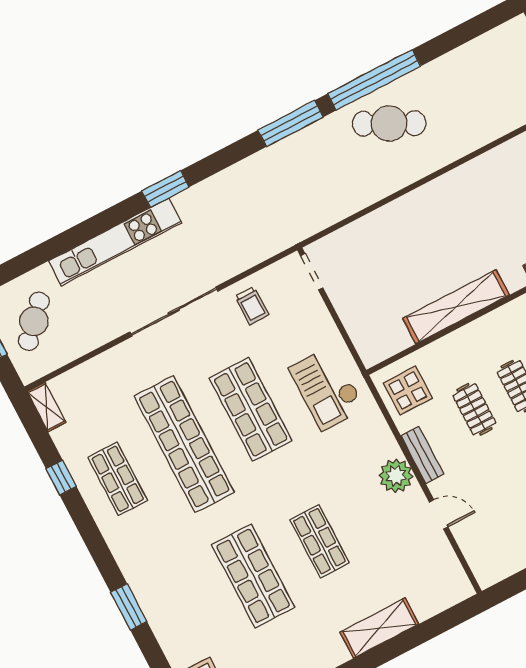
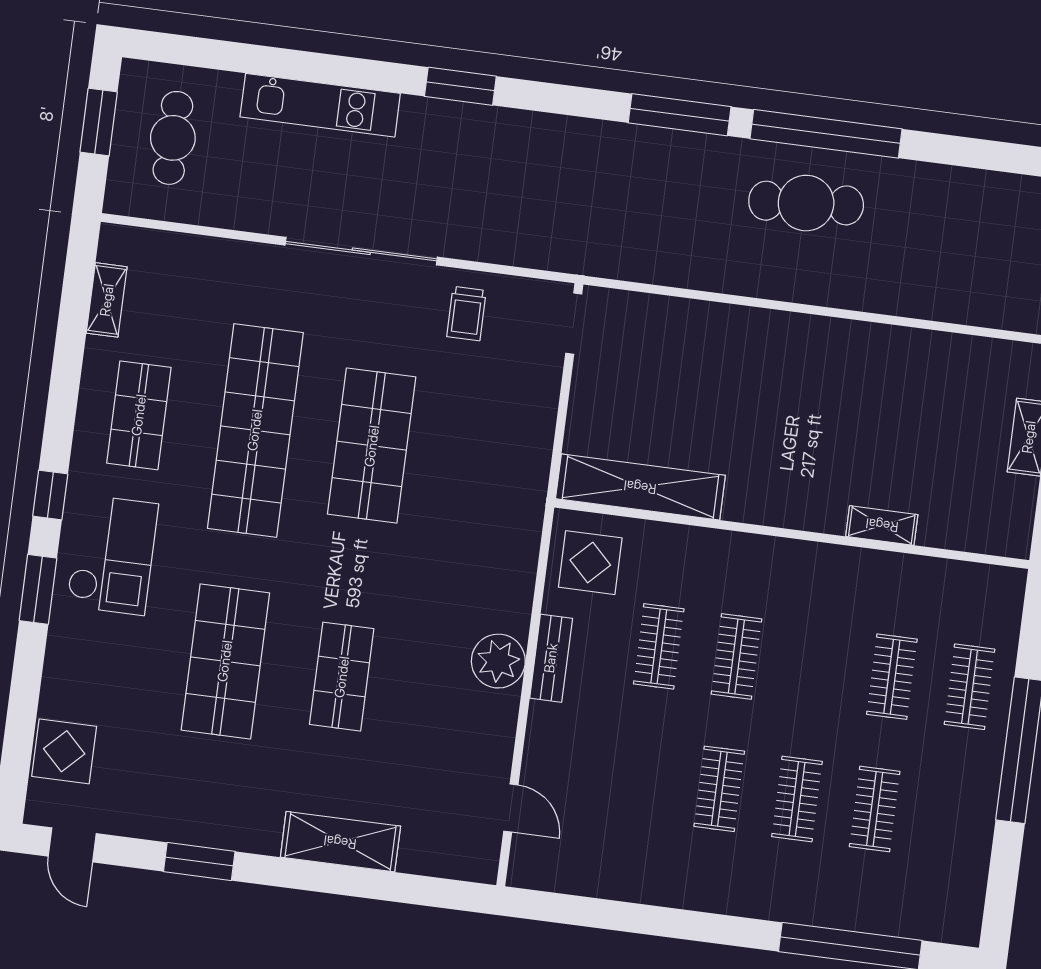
cafe table: (389, 123) -> (806, 203), turned -31
kitchen unit: (115, 242) -> (320, 105), width x0.73
shelving: (456, 307) -> (640, 487), moved
cafe table: (34, 321) -> (173, 138), turned -43
checkout: (327, 388) -> (112, 555), moved, turned 180
shelving: (46, 407) -> (107, 300), moved
window: (61, 478) -> (50, 495), moved
door: (439, 514) -> (511, 808), moved

